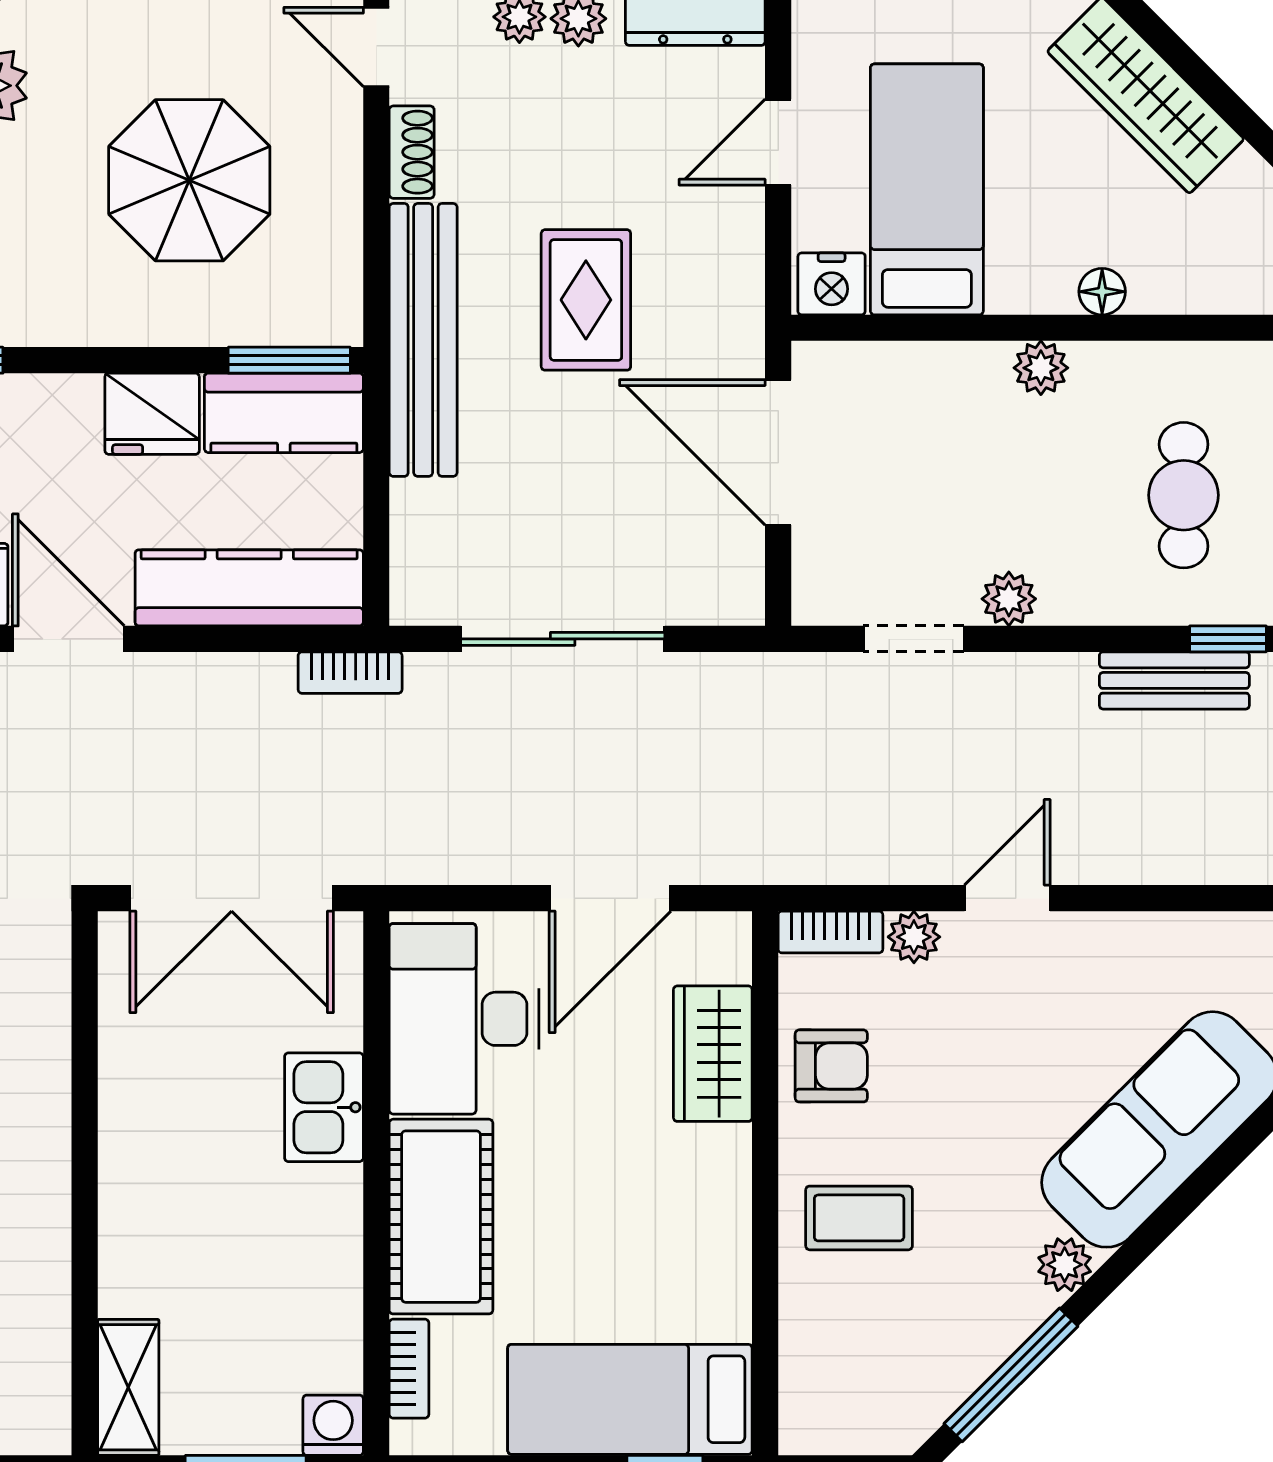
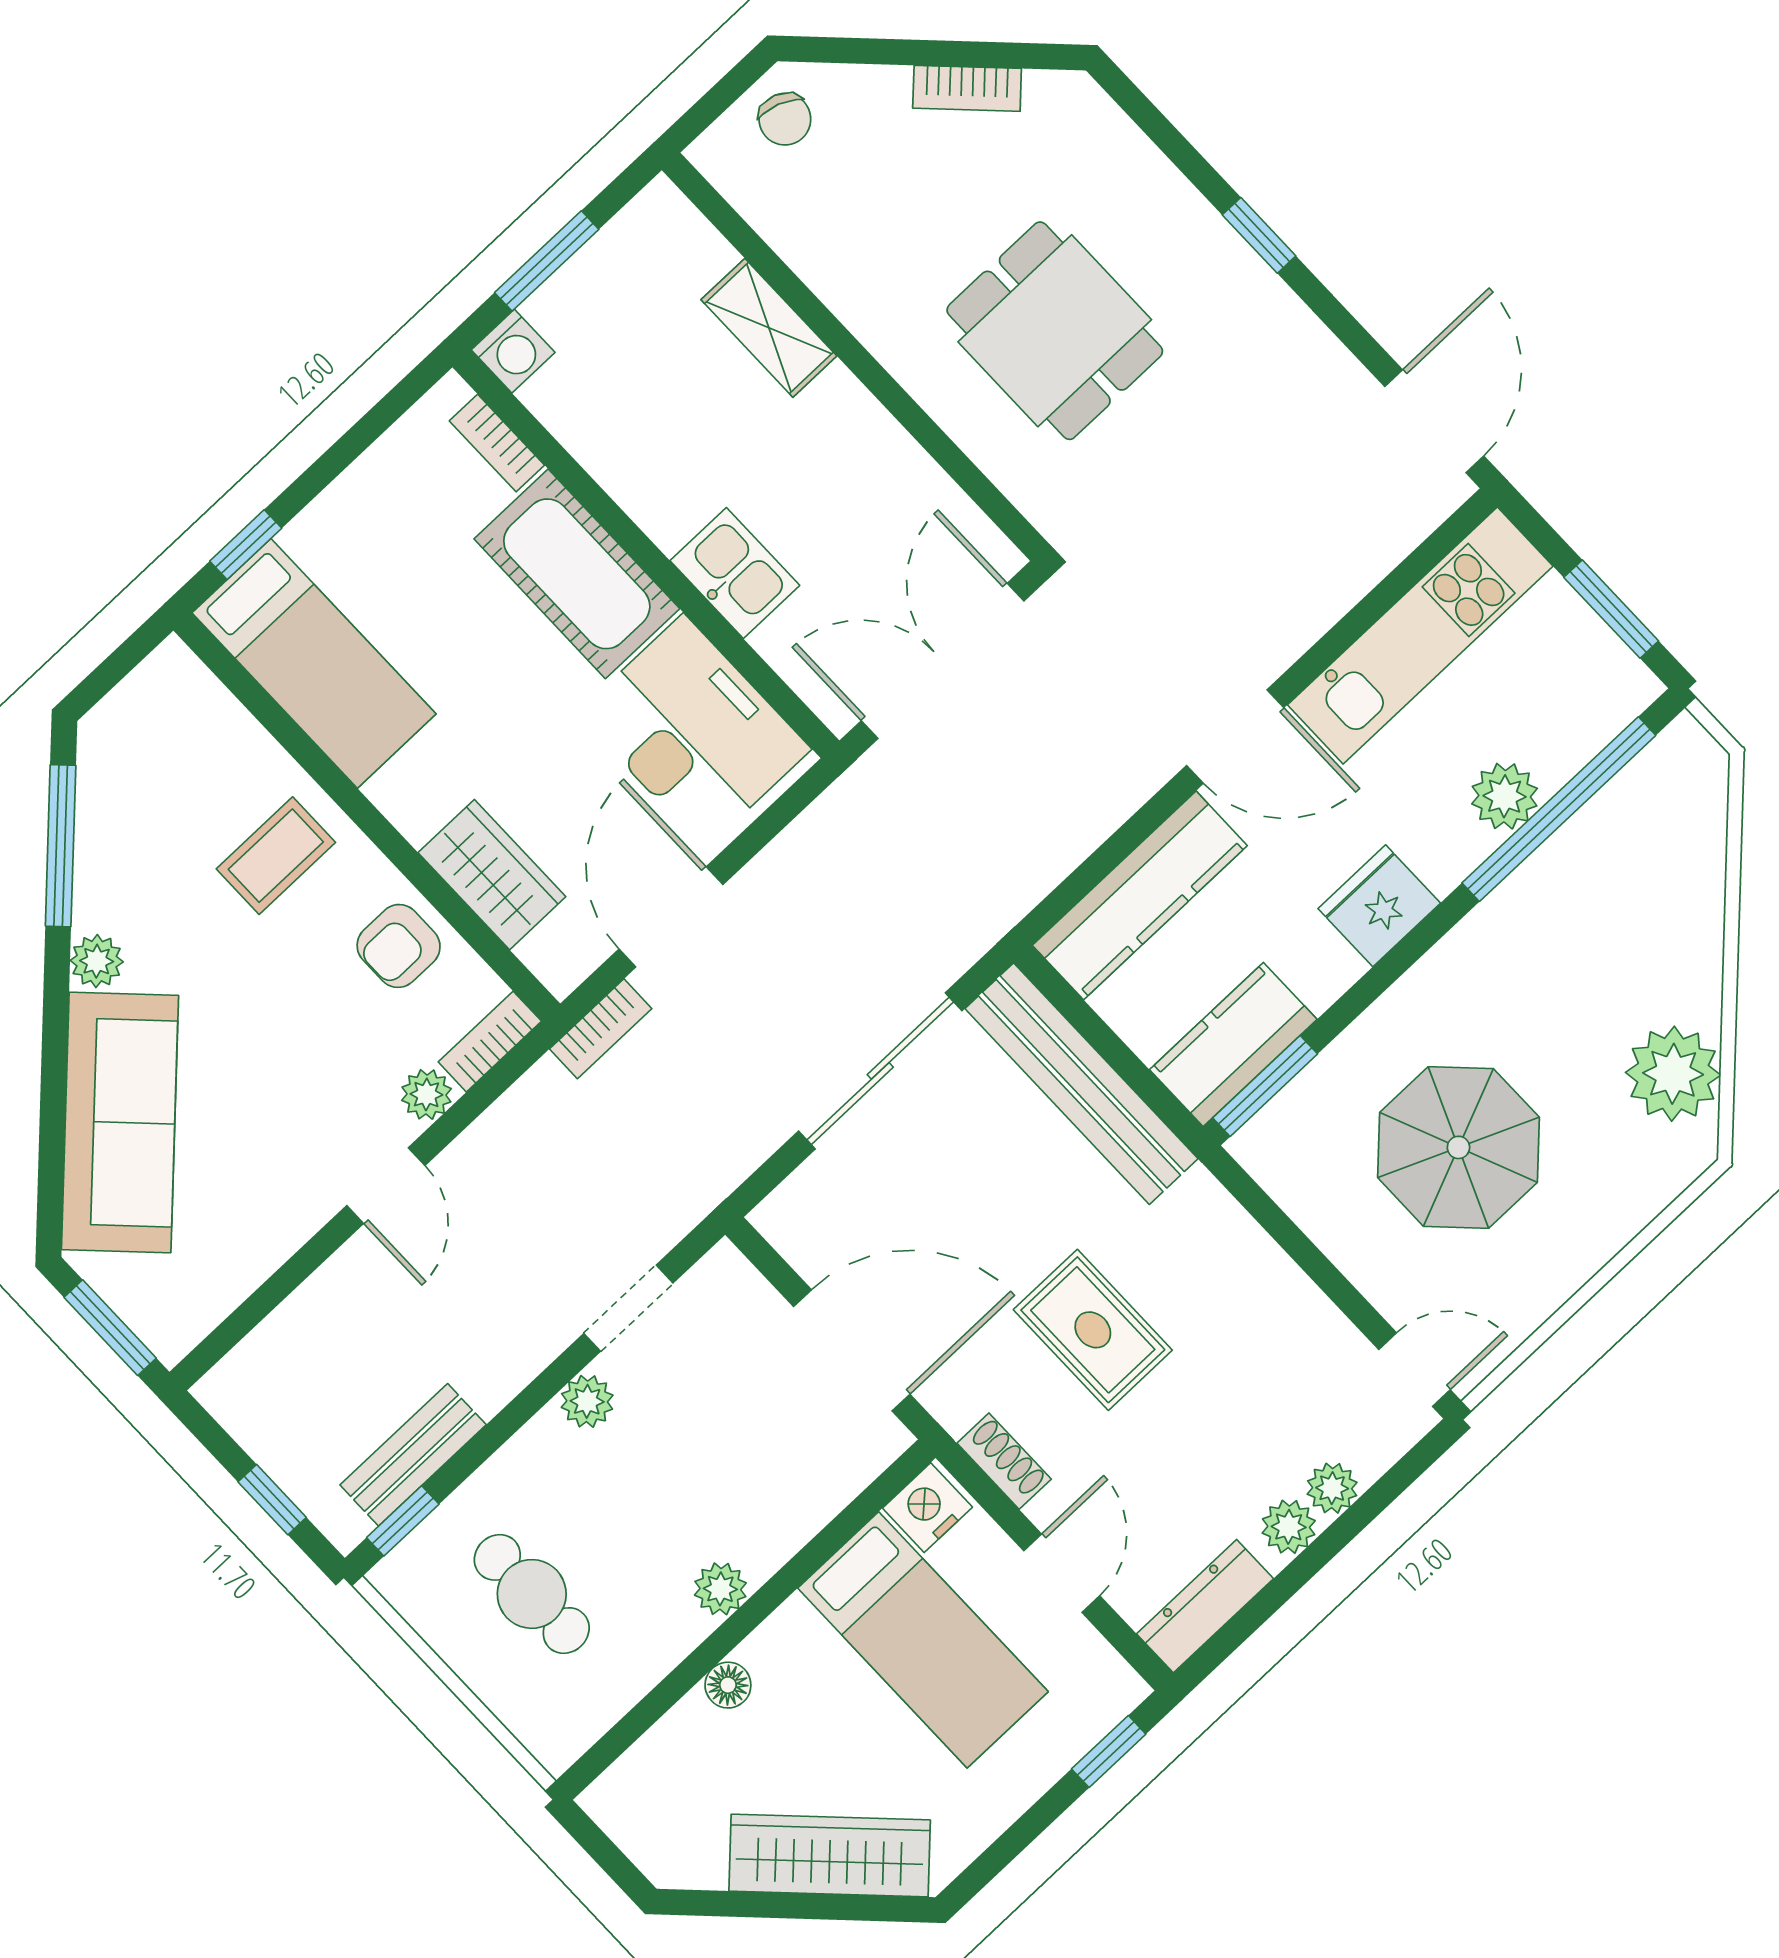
shoe rack: (412, 152) -> (1004, 1461), moved, turned 180
bench: (423, 340) -> (1081, 1084), moved
fridge: (152, 414) -> (1379, 906), moved
bookcase: (350, 673) -> (601, 1029), moved, turned 180
shelving: (128, 1387) -> (769, 328), moved
bed: (630, 1399) -> (314, 663), moved, turned 90

